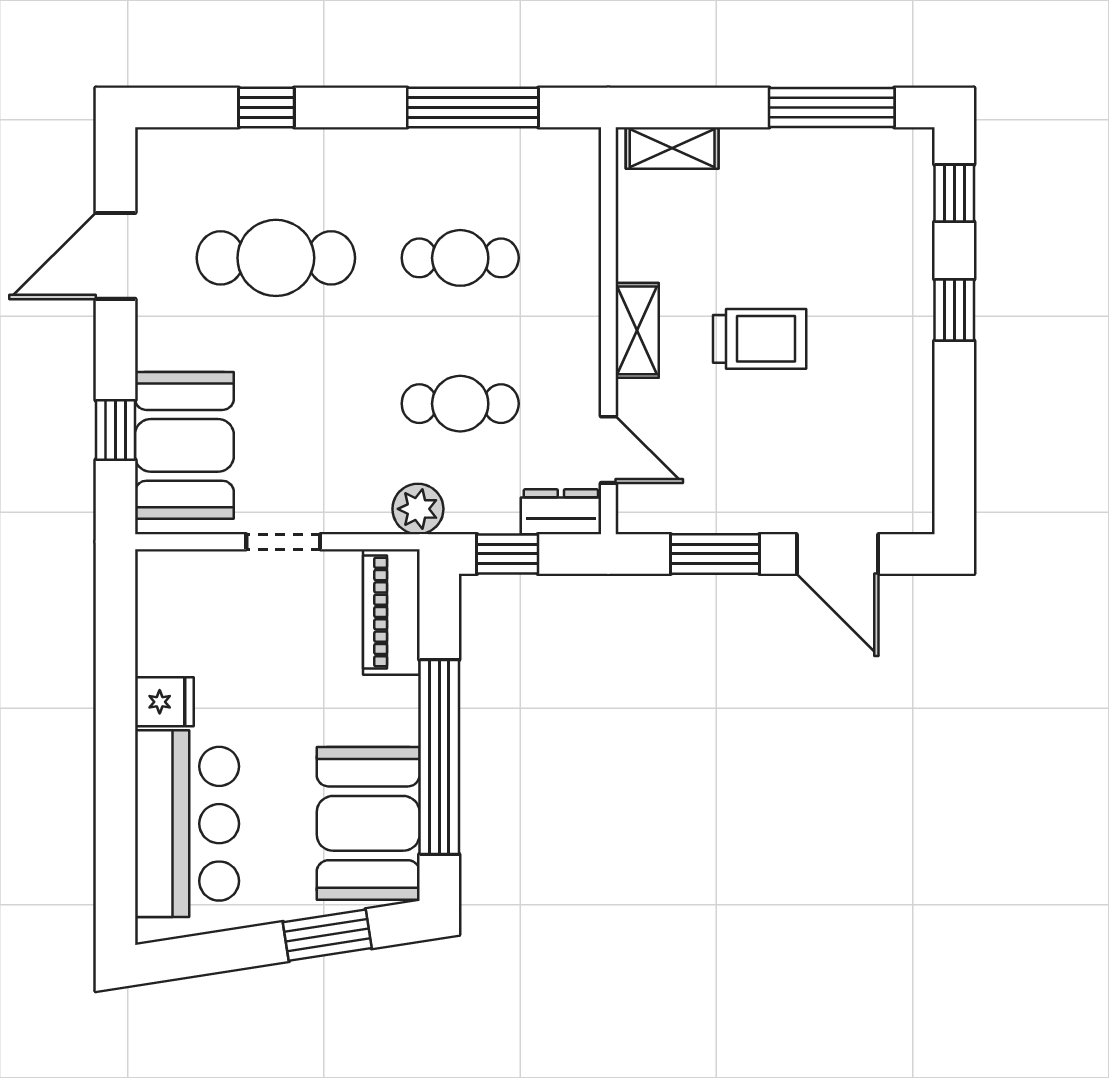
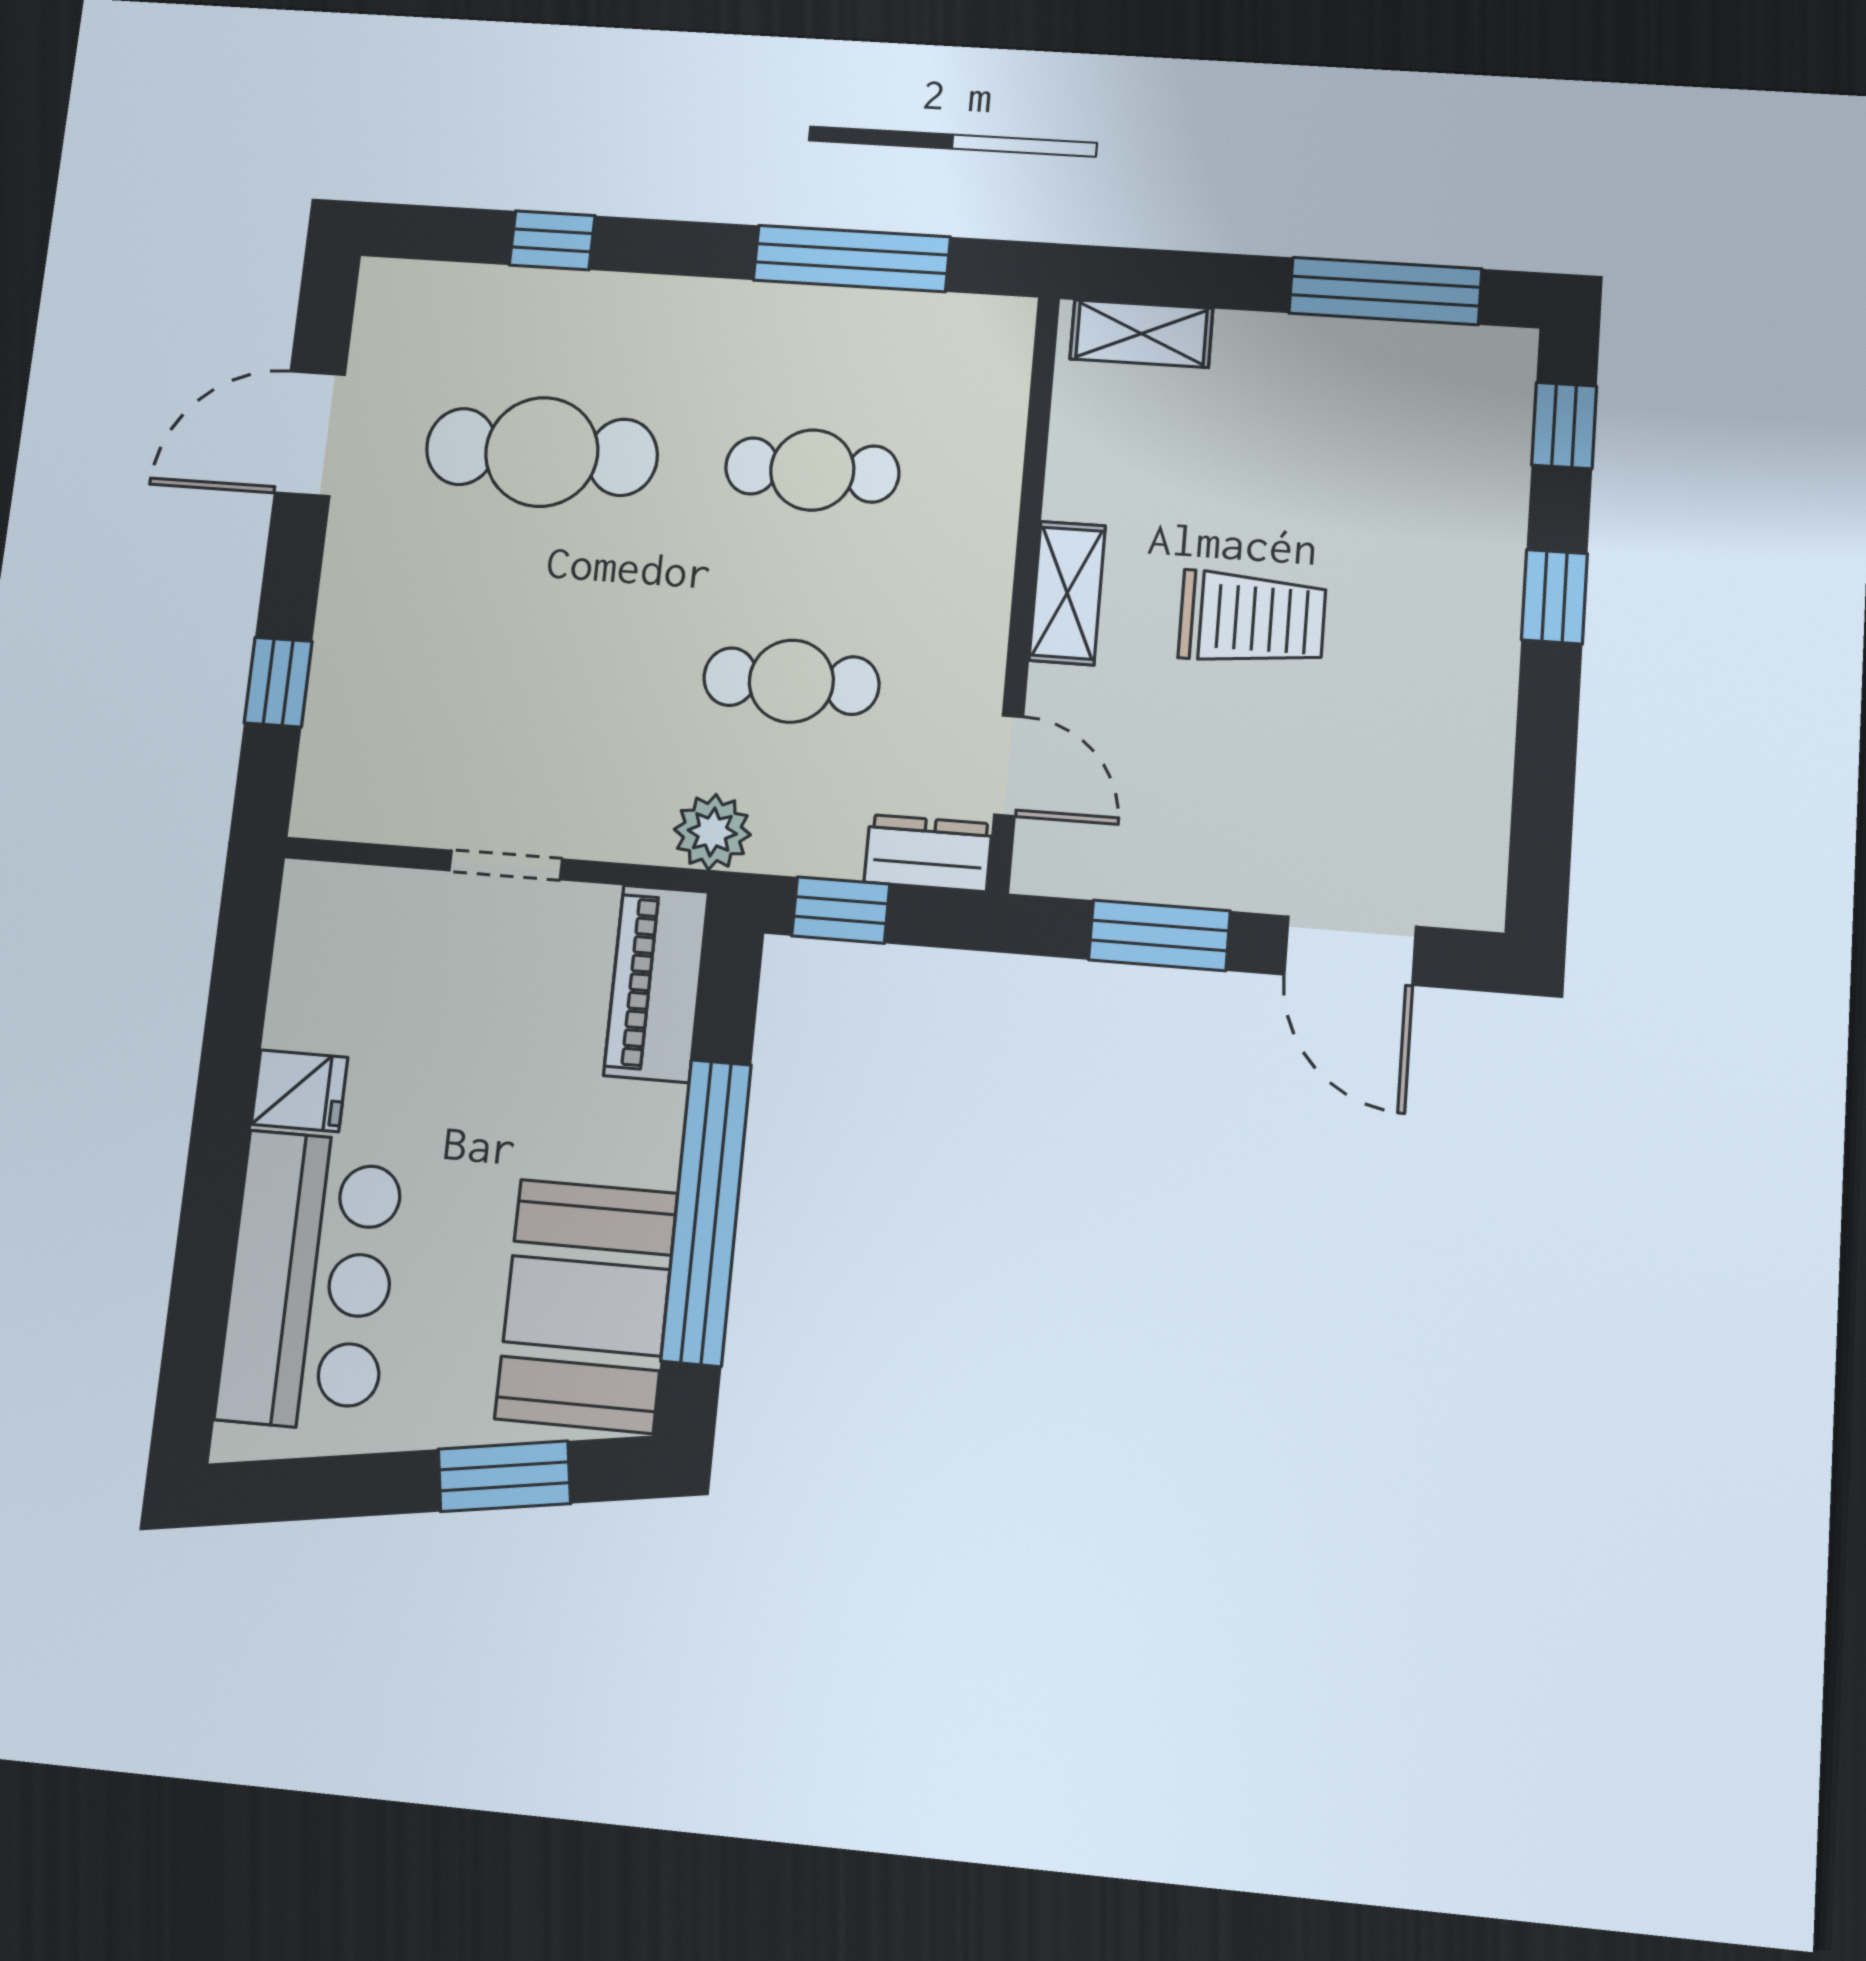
booth: (184, 445) -> (376, 712), removed

